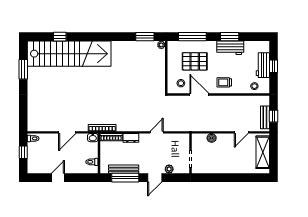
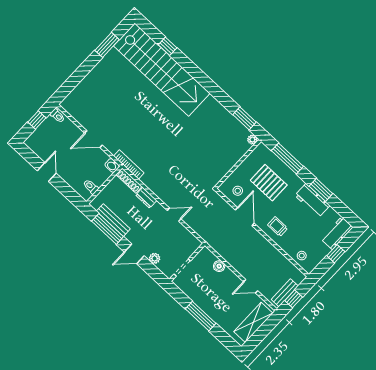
workbench: (263, 65) -> (337, 233), moved
door: (58, 178) -> (47, 172), hinge flipped
window: (228, 178) -> (201, 316), added

